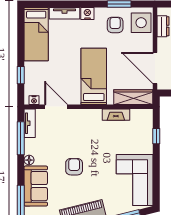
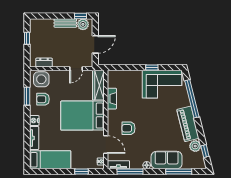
door: (155, 68) -> (76, 69), width x0.53
bed: (94, 76) -> (83, 116), width x1.50
door: (56, 107) -> (106, 145), swing flipped
window: (156, 136) -> (152, 68), moved
armchair: (74, 167) -> (129, 128), moved

